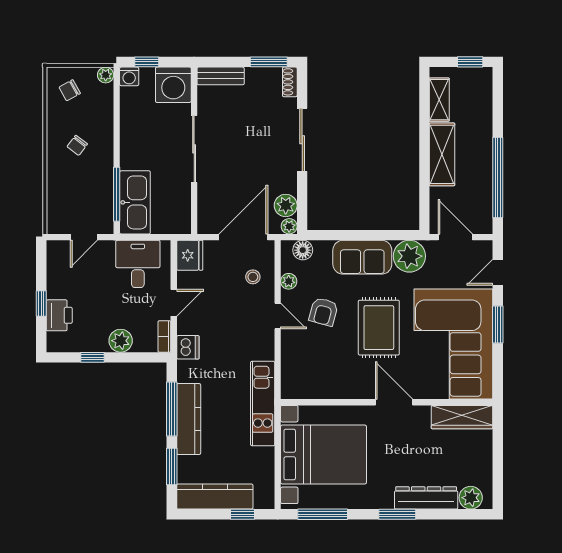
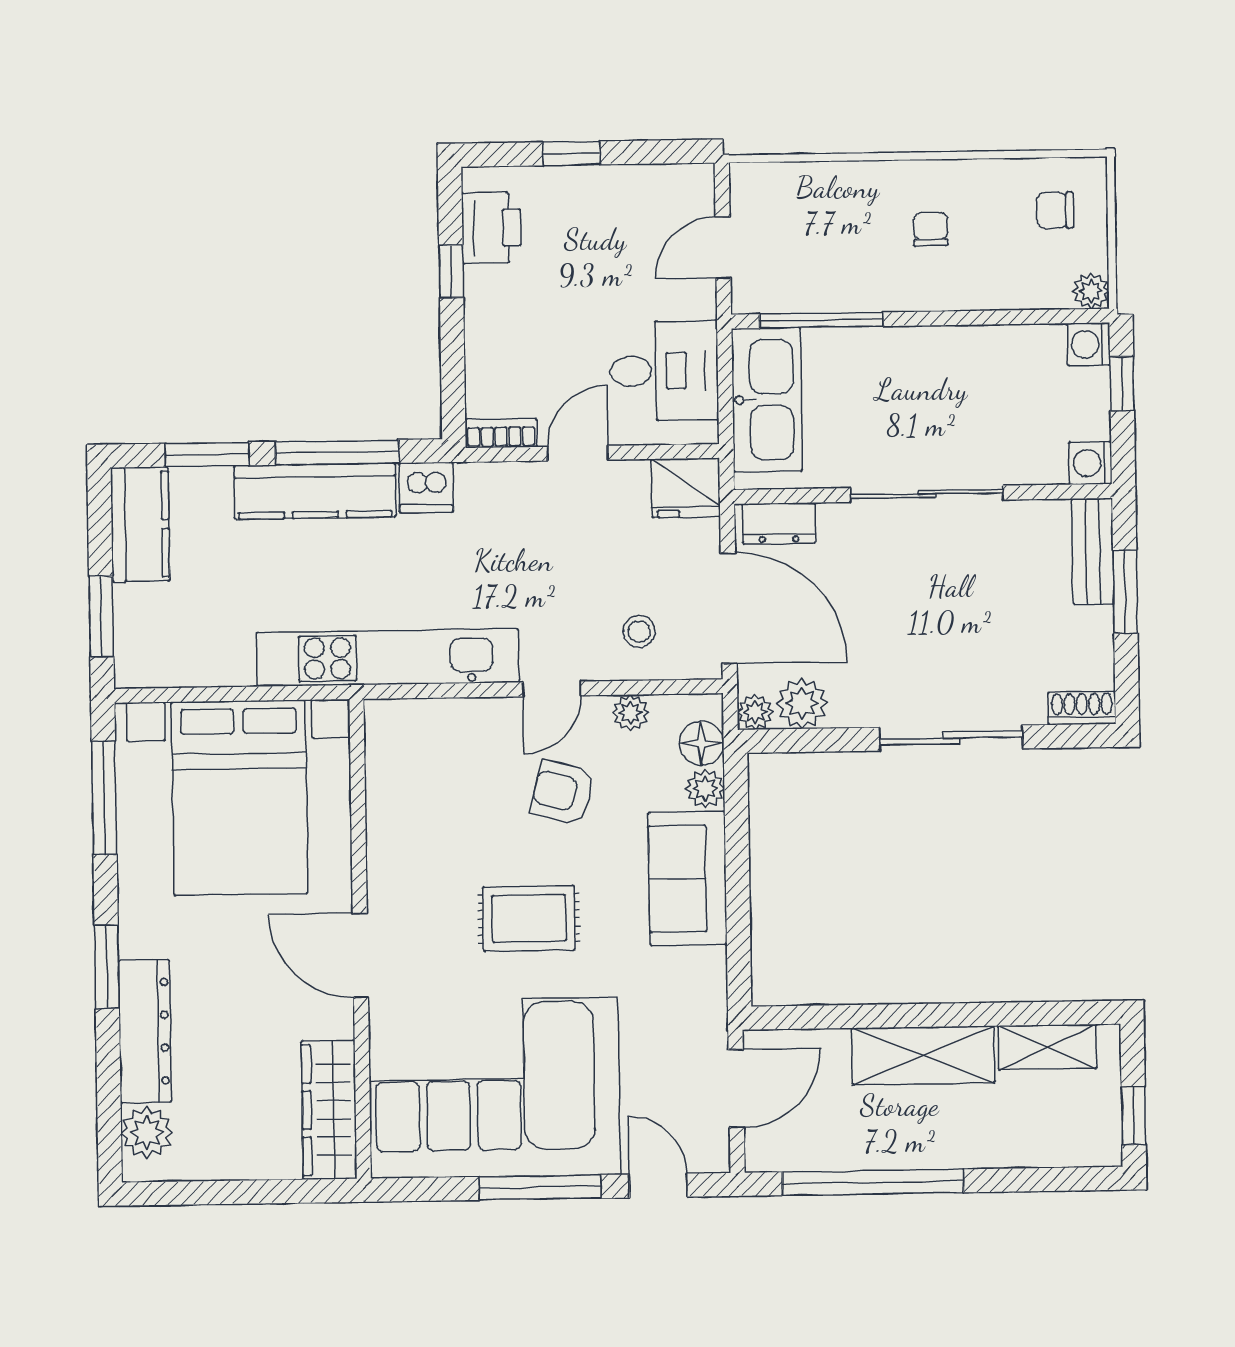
window: (269, 62) -> (1125, 592), moved
washing machine: (173, 85) -> (1090, 463), width x0.53, depth x0.53
chair: (70, 90) -> (1055, 210), turned -61
chair: (77, 145) -> (931, 229), turned 53
kitchen sink: (135, 202) -> (767, 400), moved, turned -90
dresser: (206, 214) -> (779, 523), added
door: (84, 237) -> (723, 247), hinge flipped
plant: (409, 256) -> (705, 789), moved, width x0.53, depth x0.53
door: (174, 303) -> (578, 453), swing flipped
printer: (59, 315) -> (491, 228), moved, turned -90
window: (498, 324) -> (540, 1187), width x1.44
rug: (379, 328) -> (529, 918), width x0.73, depth x0.70
plant: (121, 341) -> (490, 334), removed
dishwasher: (188, 347) -> (426, 488), moved
door: (394, 402) -> (360, 955), swing flipped
kitchen unit: (263, 404) -> (388, 658), width x1.36
kitchen counter: (215, 497) -> (140, 524), width x0.67
window: (242, 514) -> (101, 616), width x1.50

